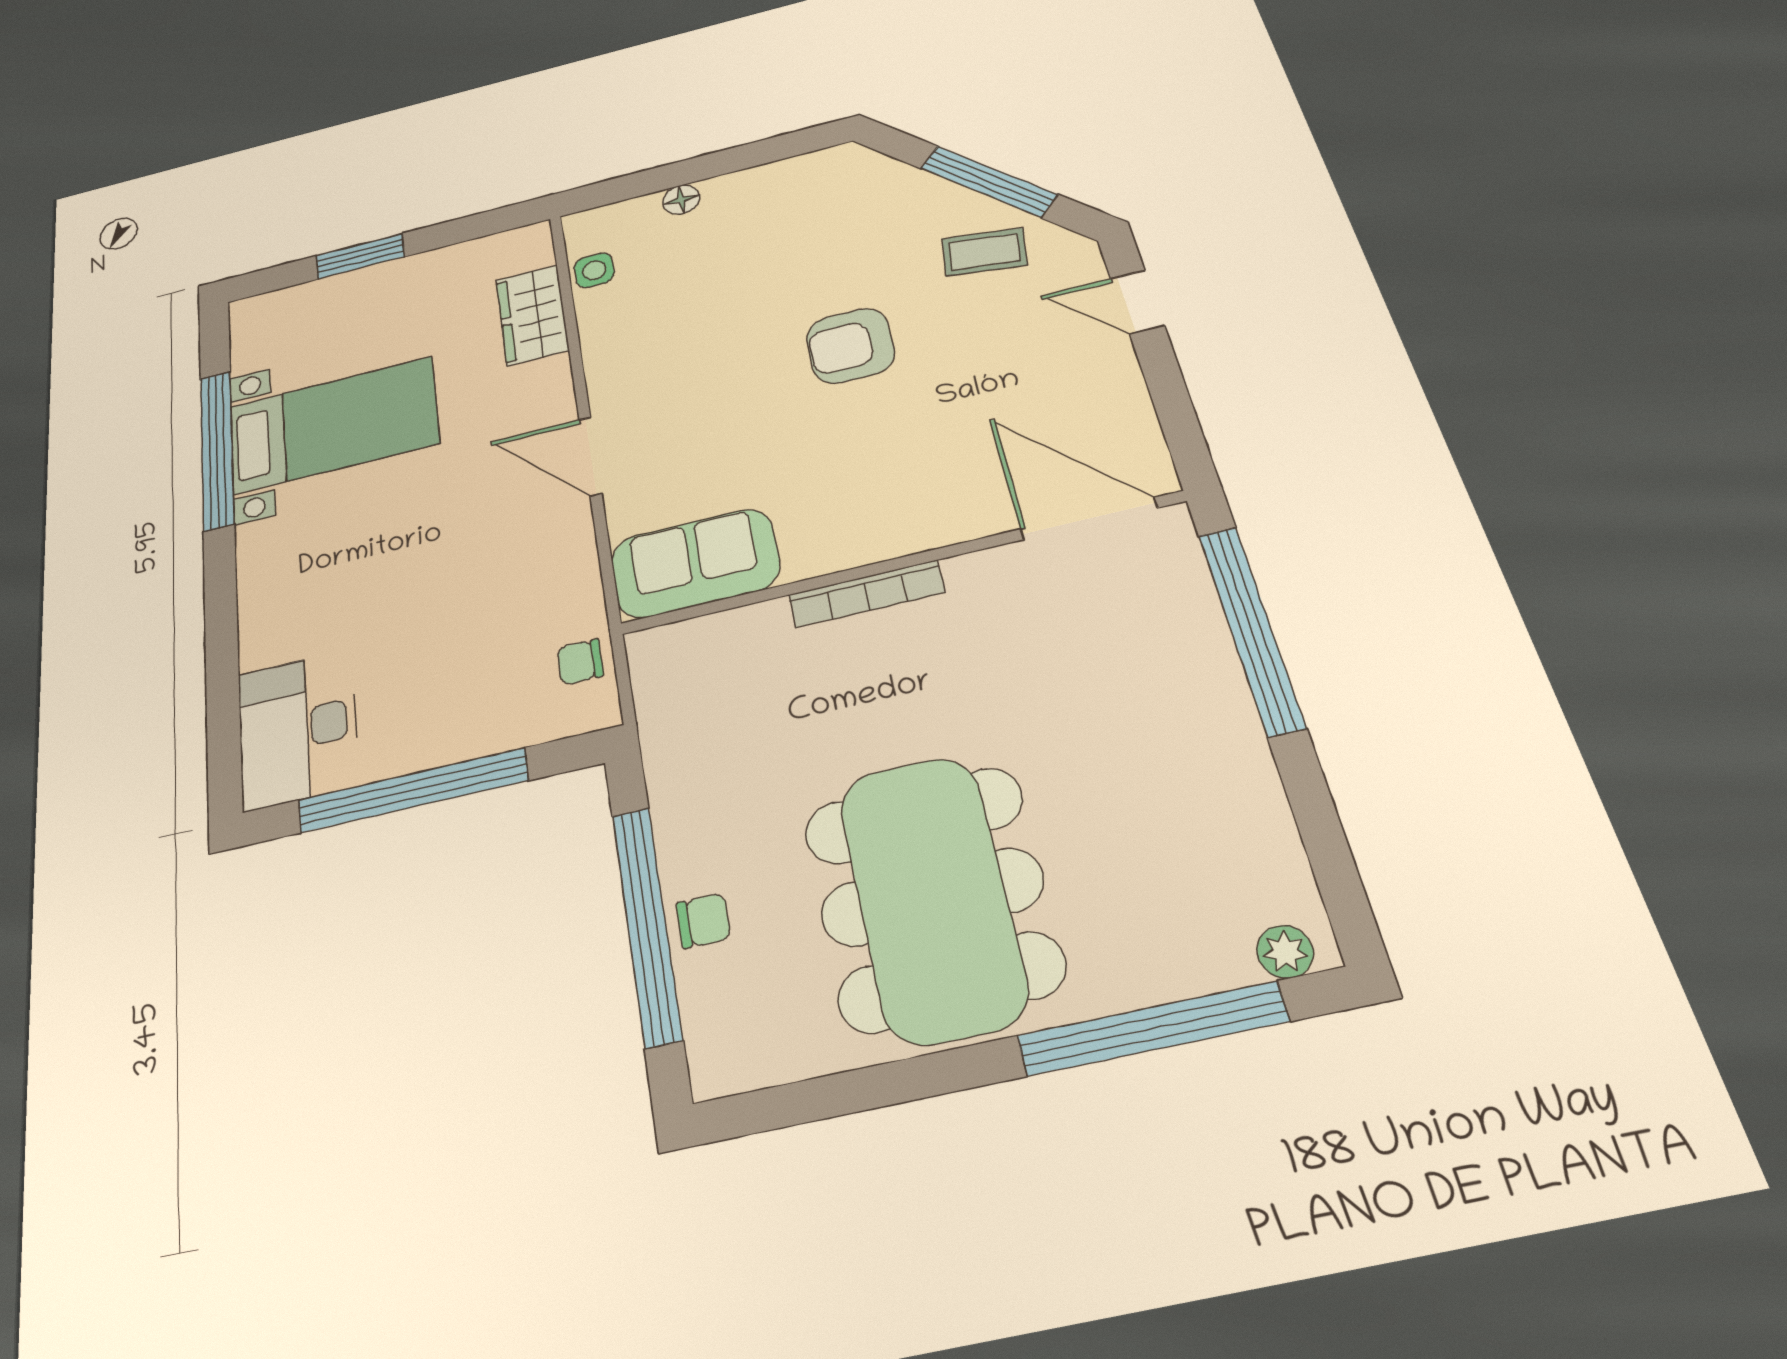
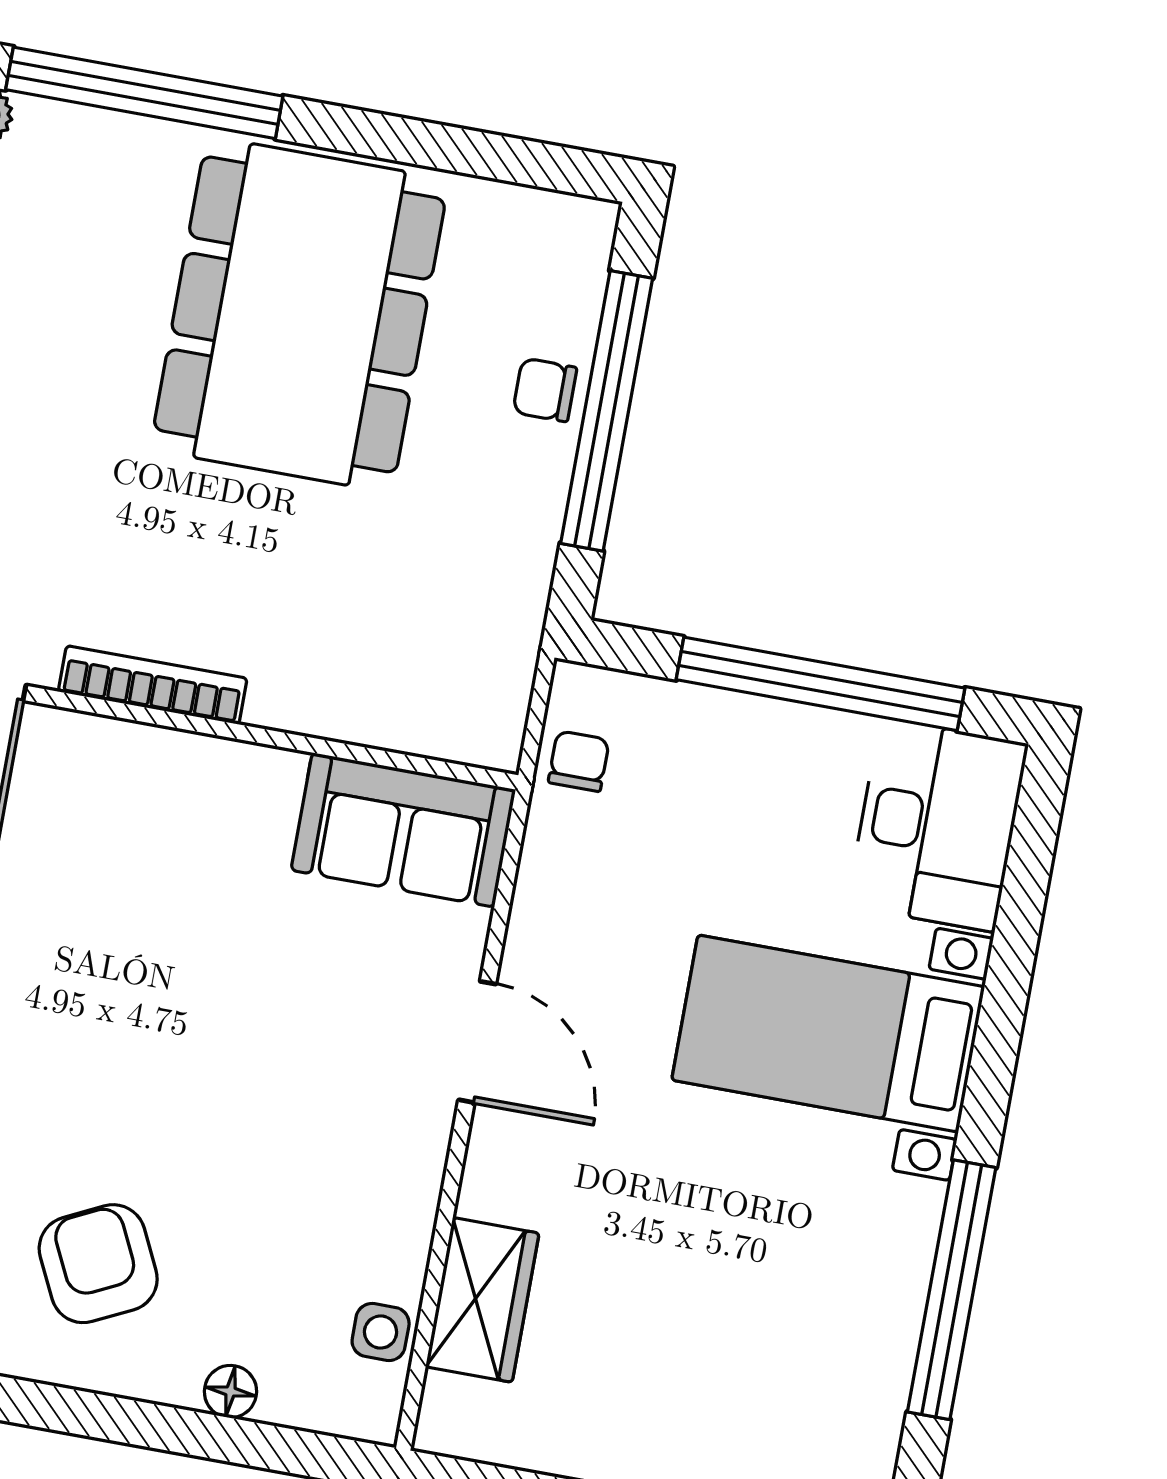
armchair: (850, 346) -> (98, 1264), moved, turned -116
bed with nightstands: (333, 425) -> (828, 1033), moved
bookcase: (867, 594) -> (153, 685), moved
chair: (580, 662) -> (579, 761), turned -90

